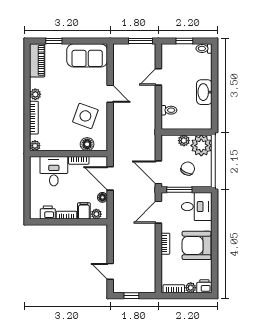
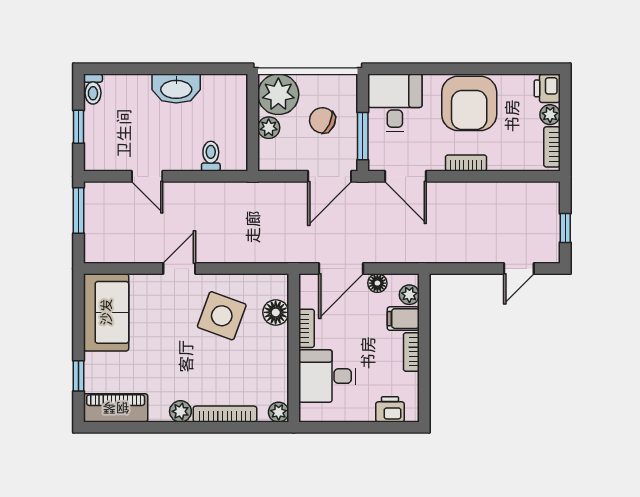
printer: (48, 213) -> (390, 409), moved, turned 90

